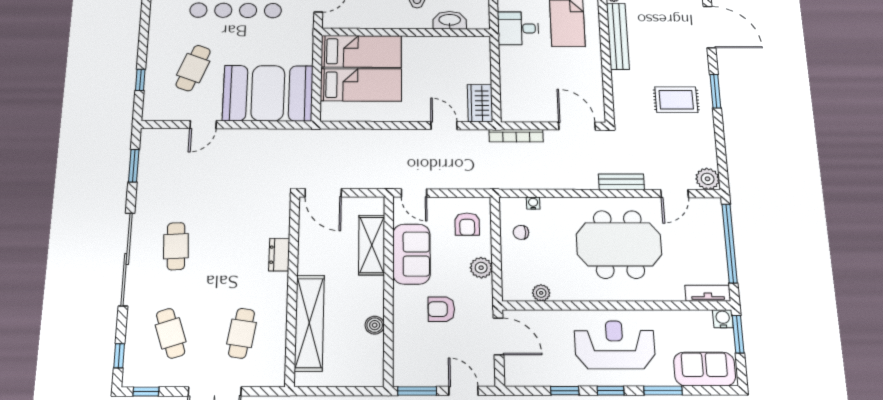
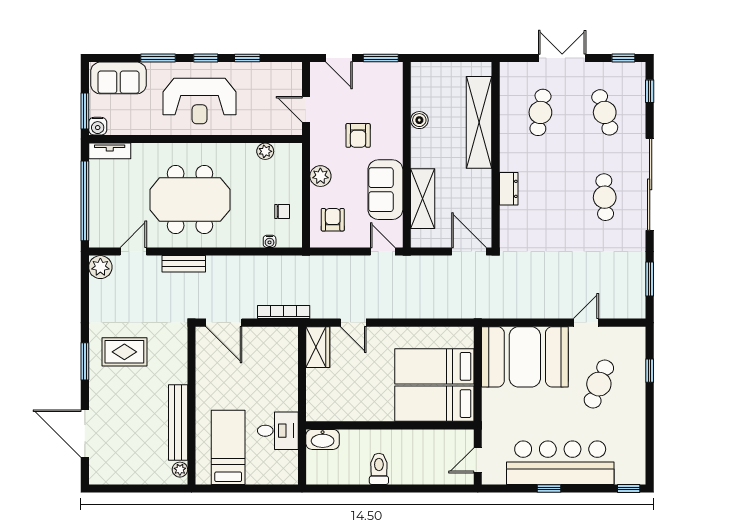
washbasin: (450, 20) -> (323, 439), moved
armchair: (441, 309) -> (358, 135), turned 90
door: (498, 336) -> (306, 109), width x0.73

